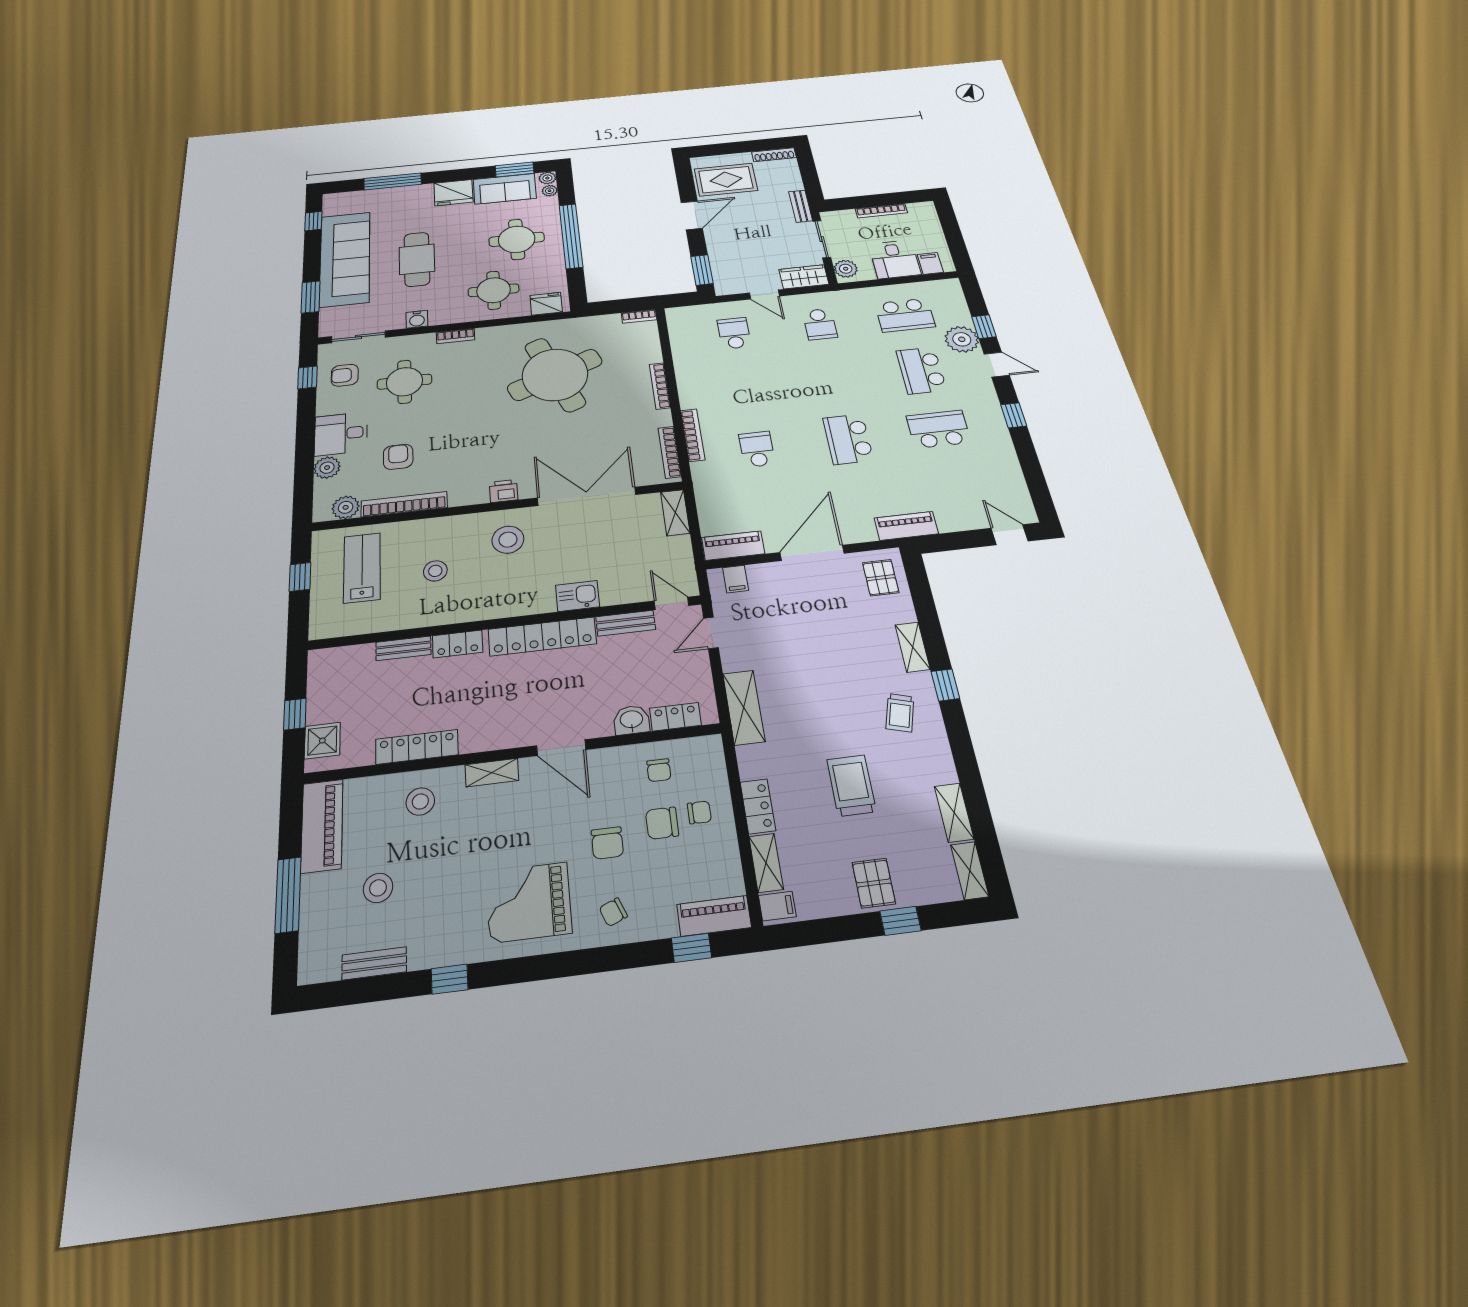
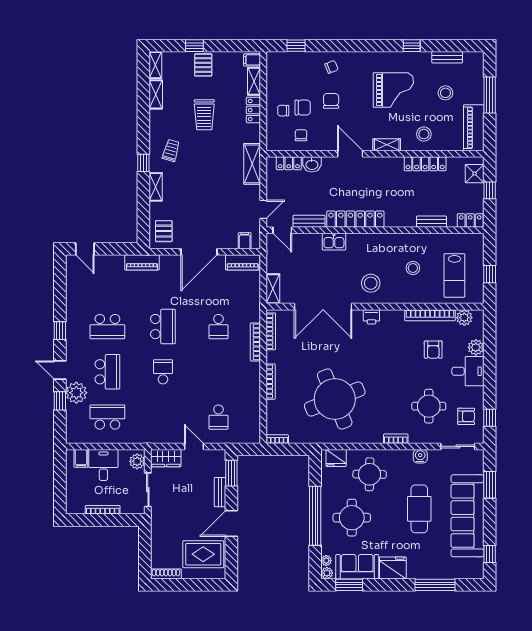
bench: (801, 206) -> (220, 492), moved
school desk: (820, 324) -> (163, 372), moved
locker: (458, 644) -> (470, 220), moved
grand piano: (529, 902) -> (393, 90), moved
piano: (714, 916) -> (283, 59), removed

